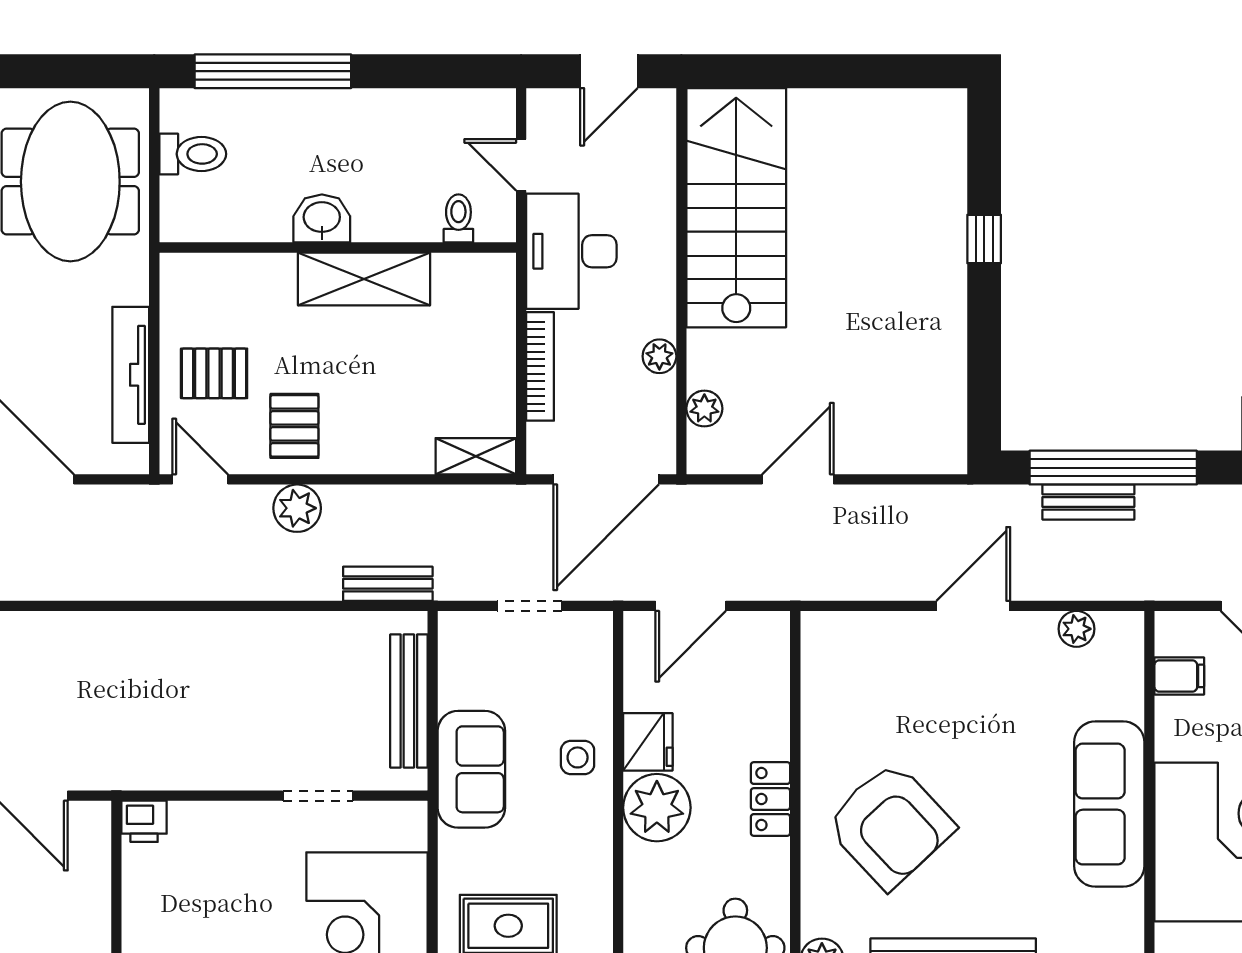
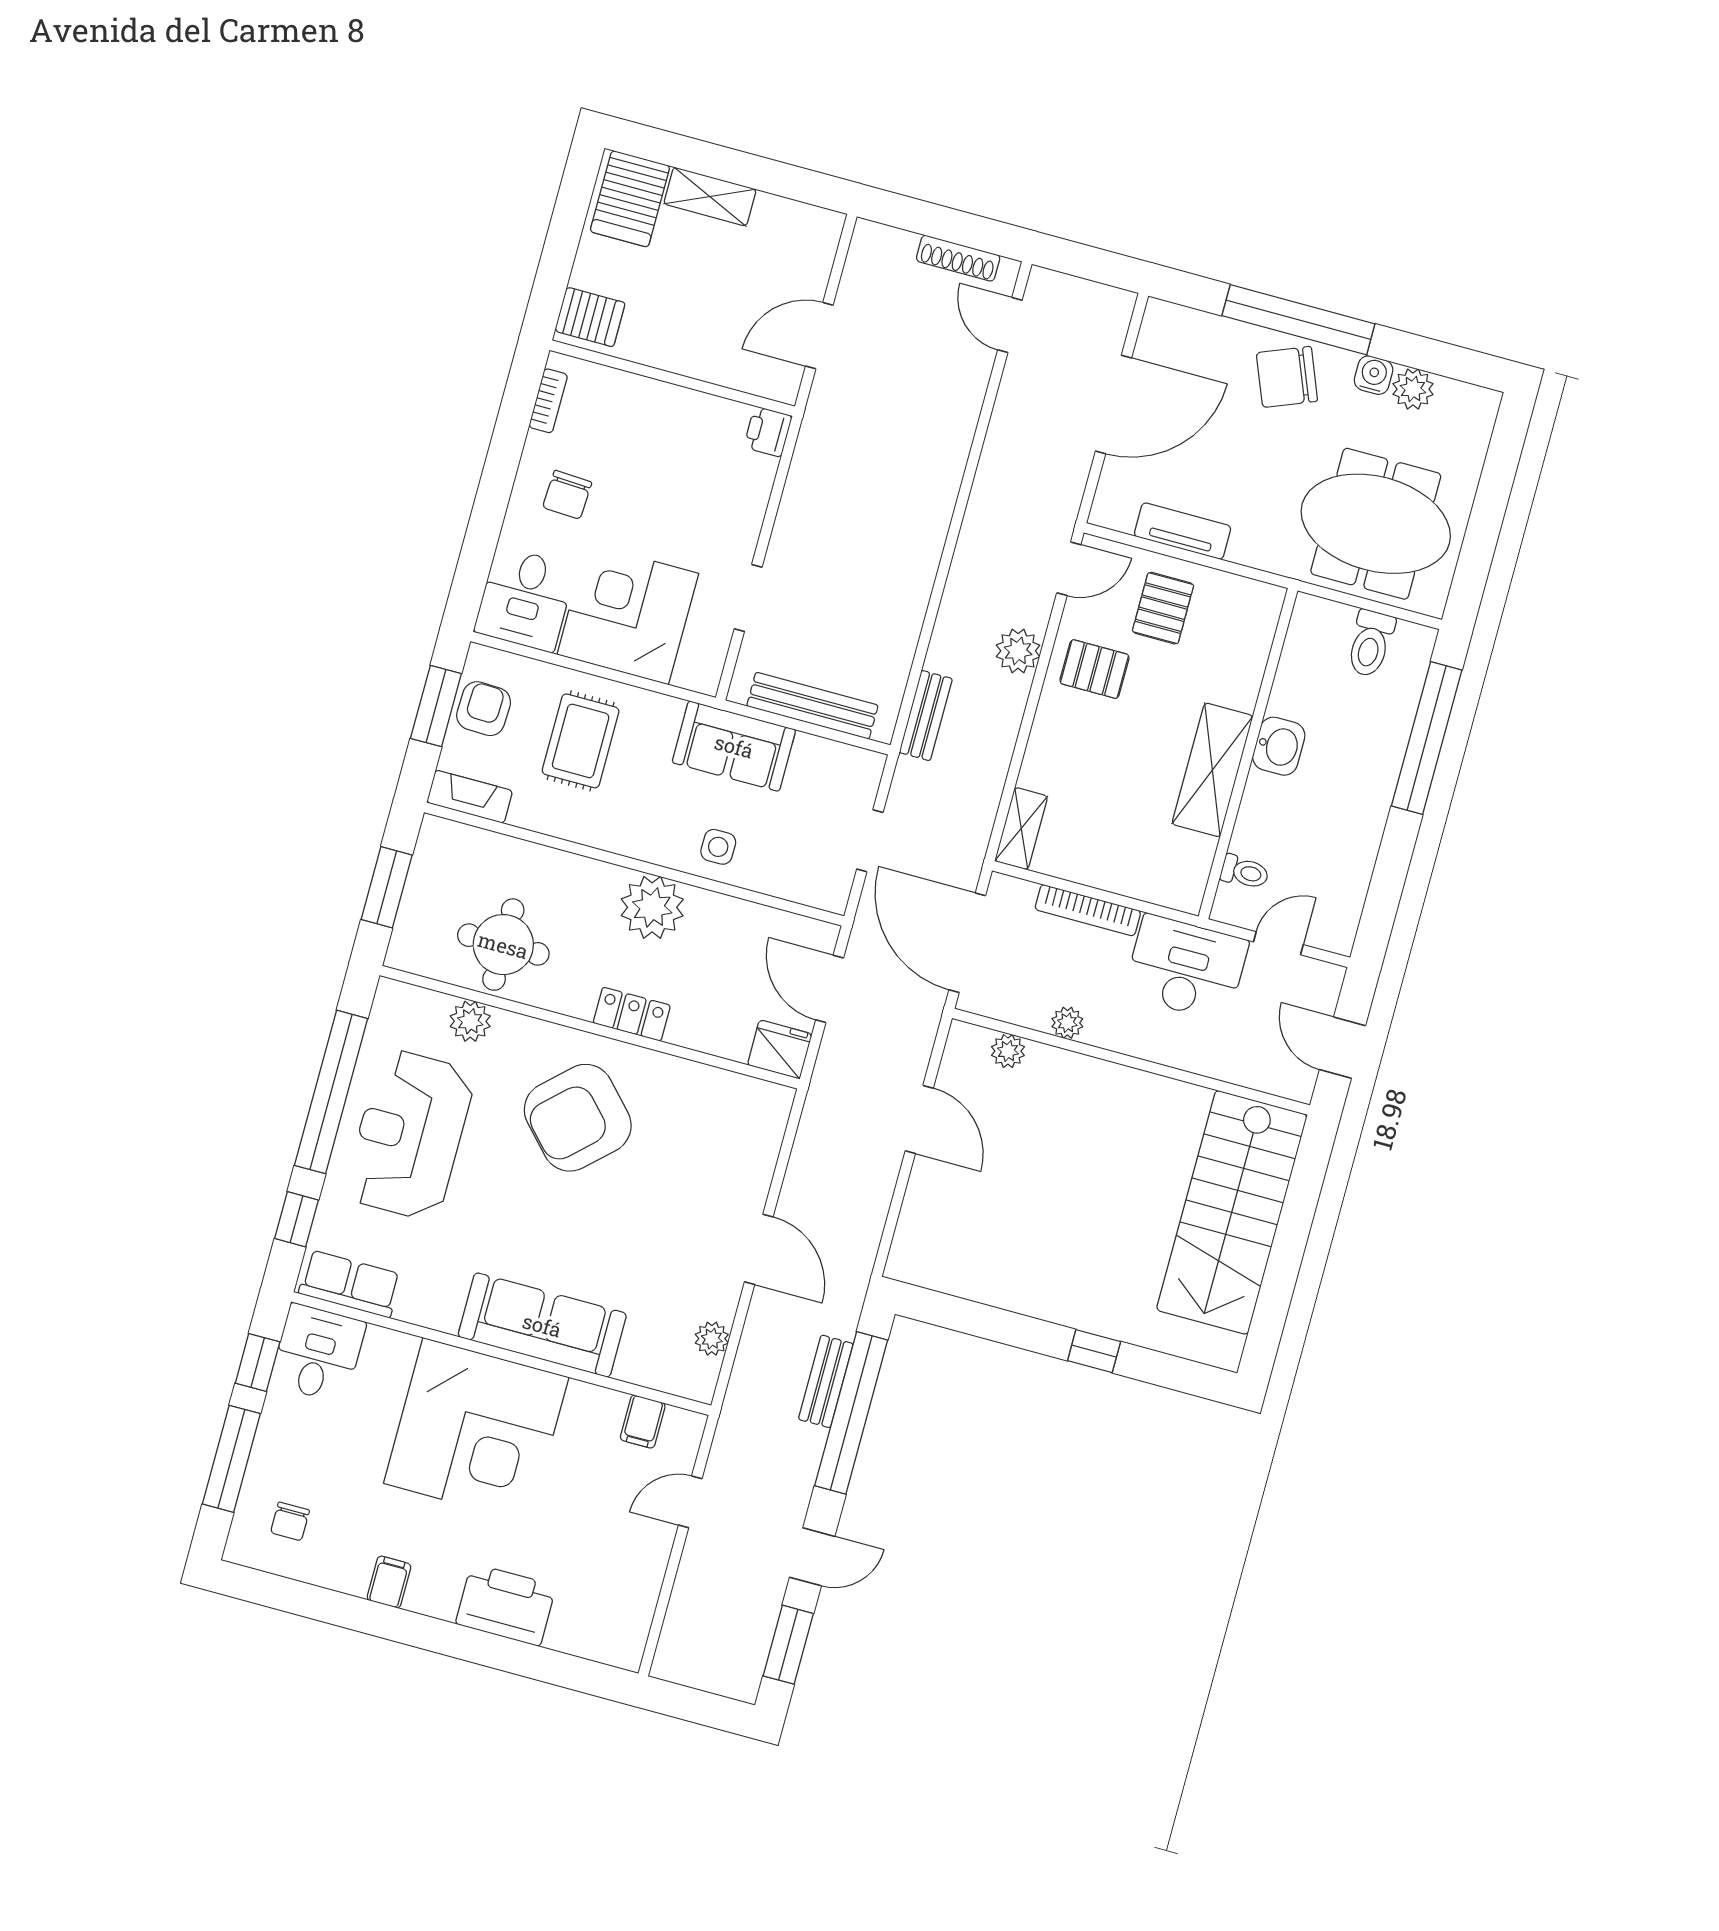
stairs: (736, 208) -> (1232, 1212), moved, turned 90
tv unit: (131, 375) -> (1183, 531), width x0.71
fridge: (648, 742) -> (780, 1049), moved, turned 180

